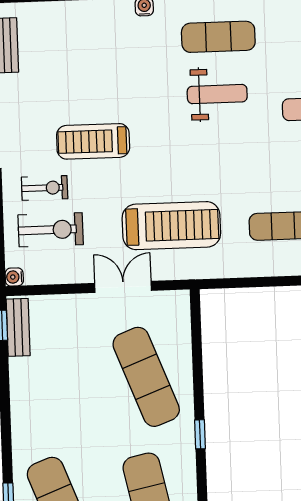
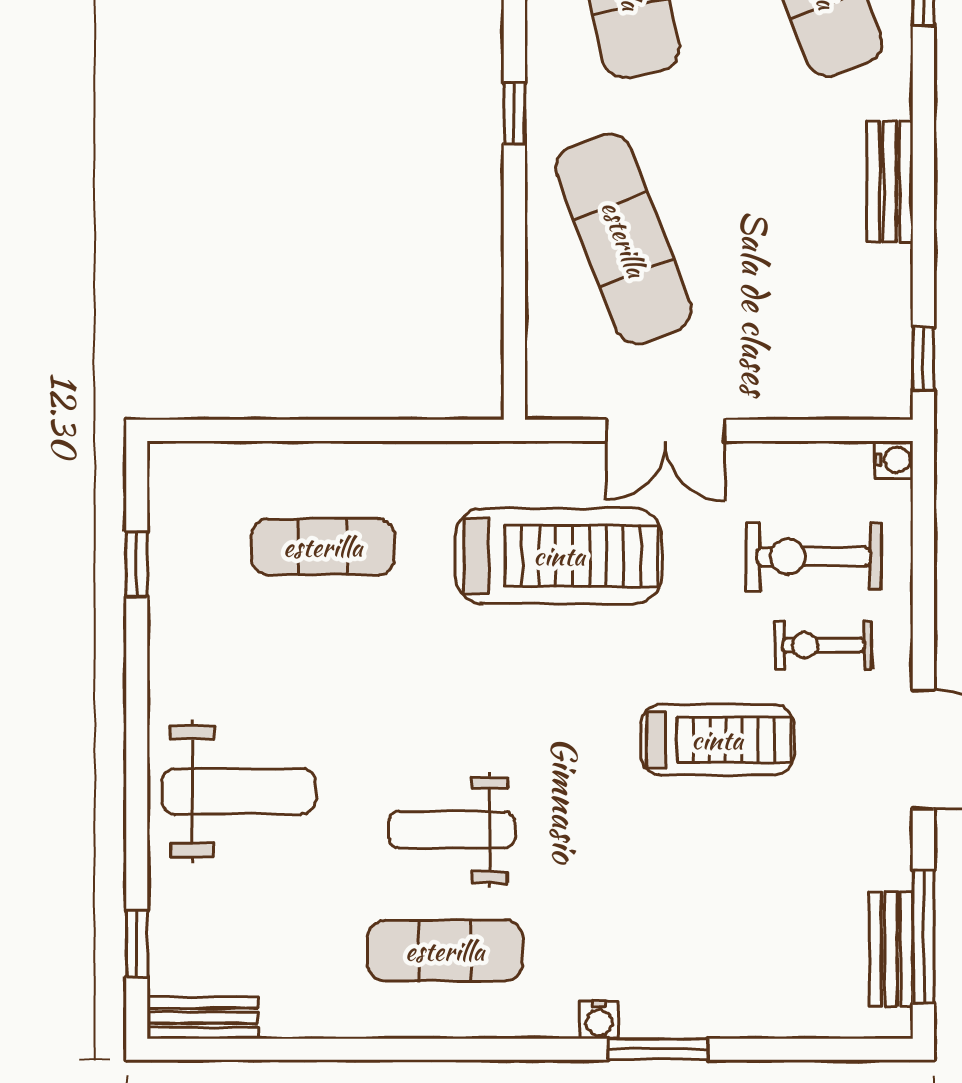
treadmill: (171, 226) -> (559, 556), turned 180
bench: (18, 327) -> (890, 182), moved

